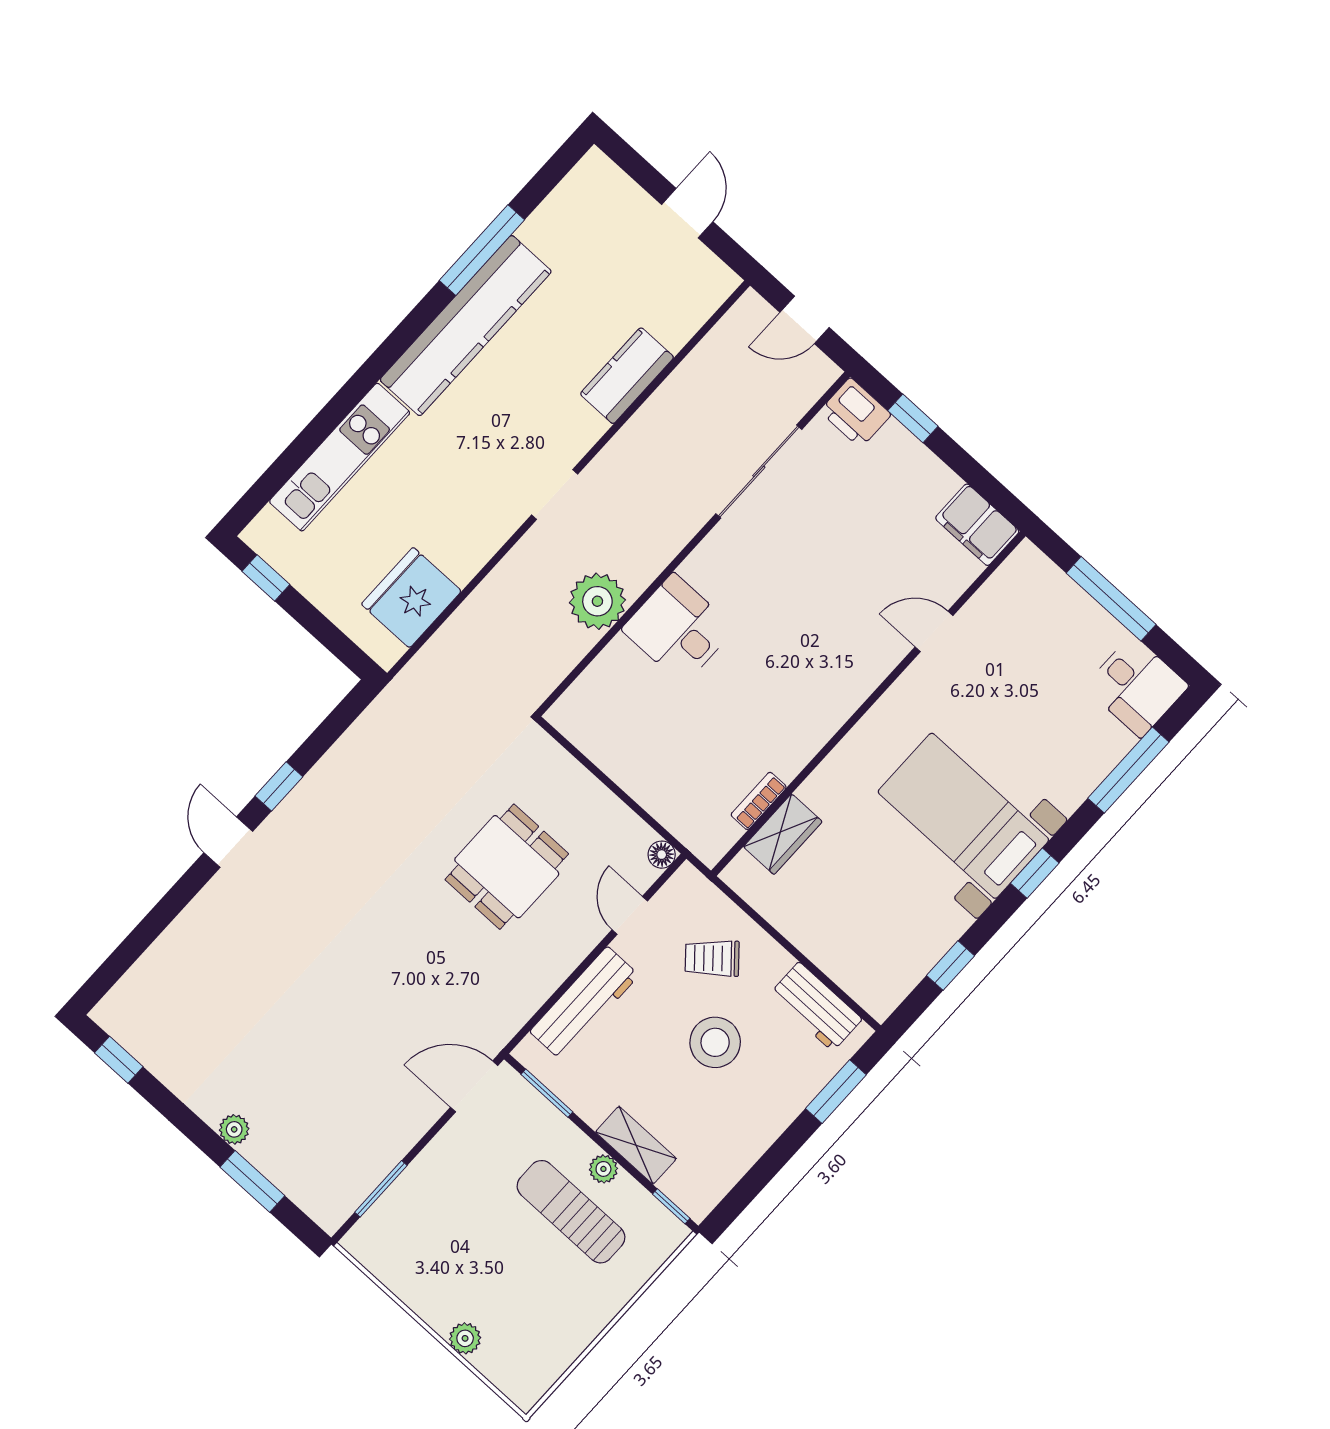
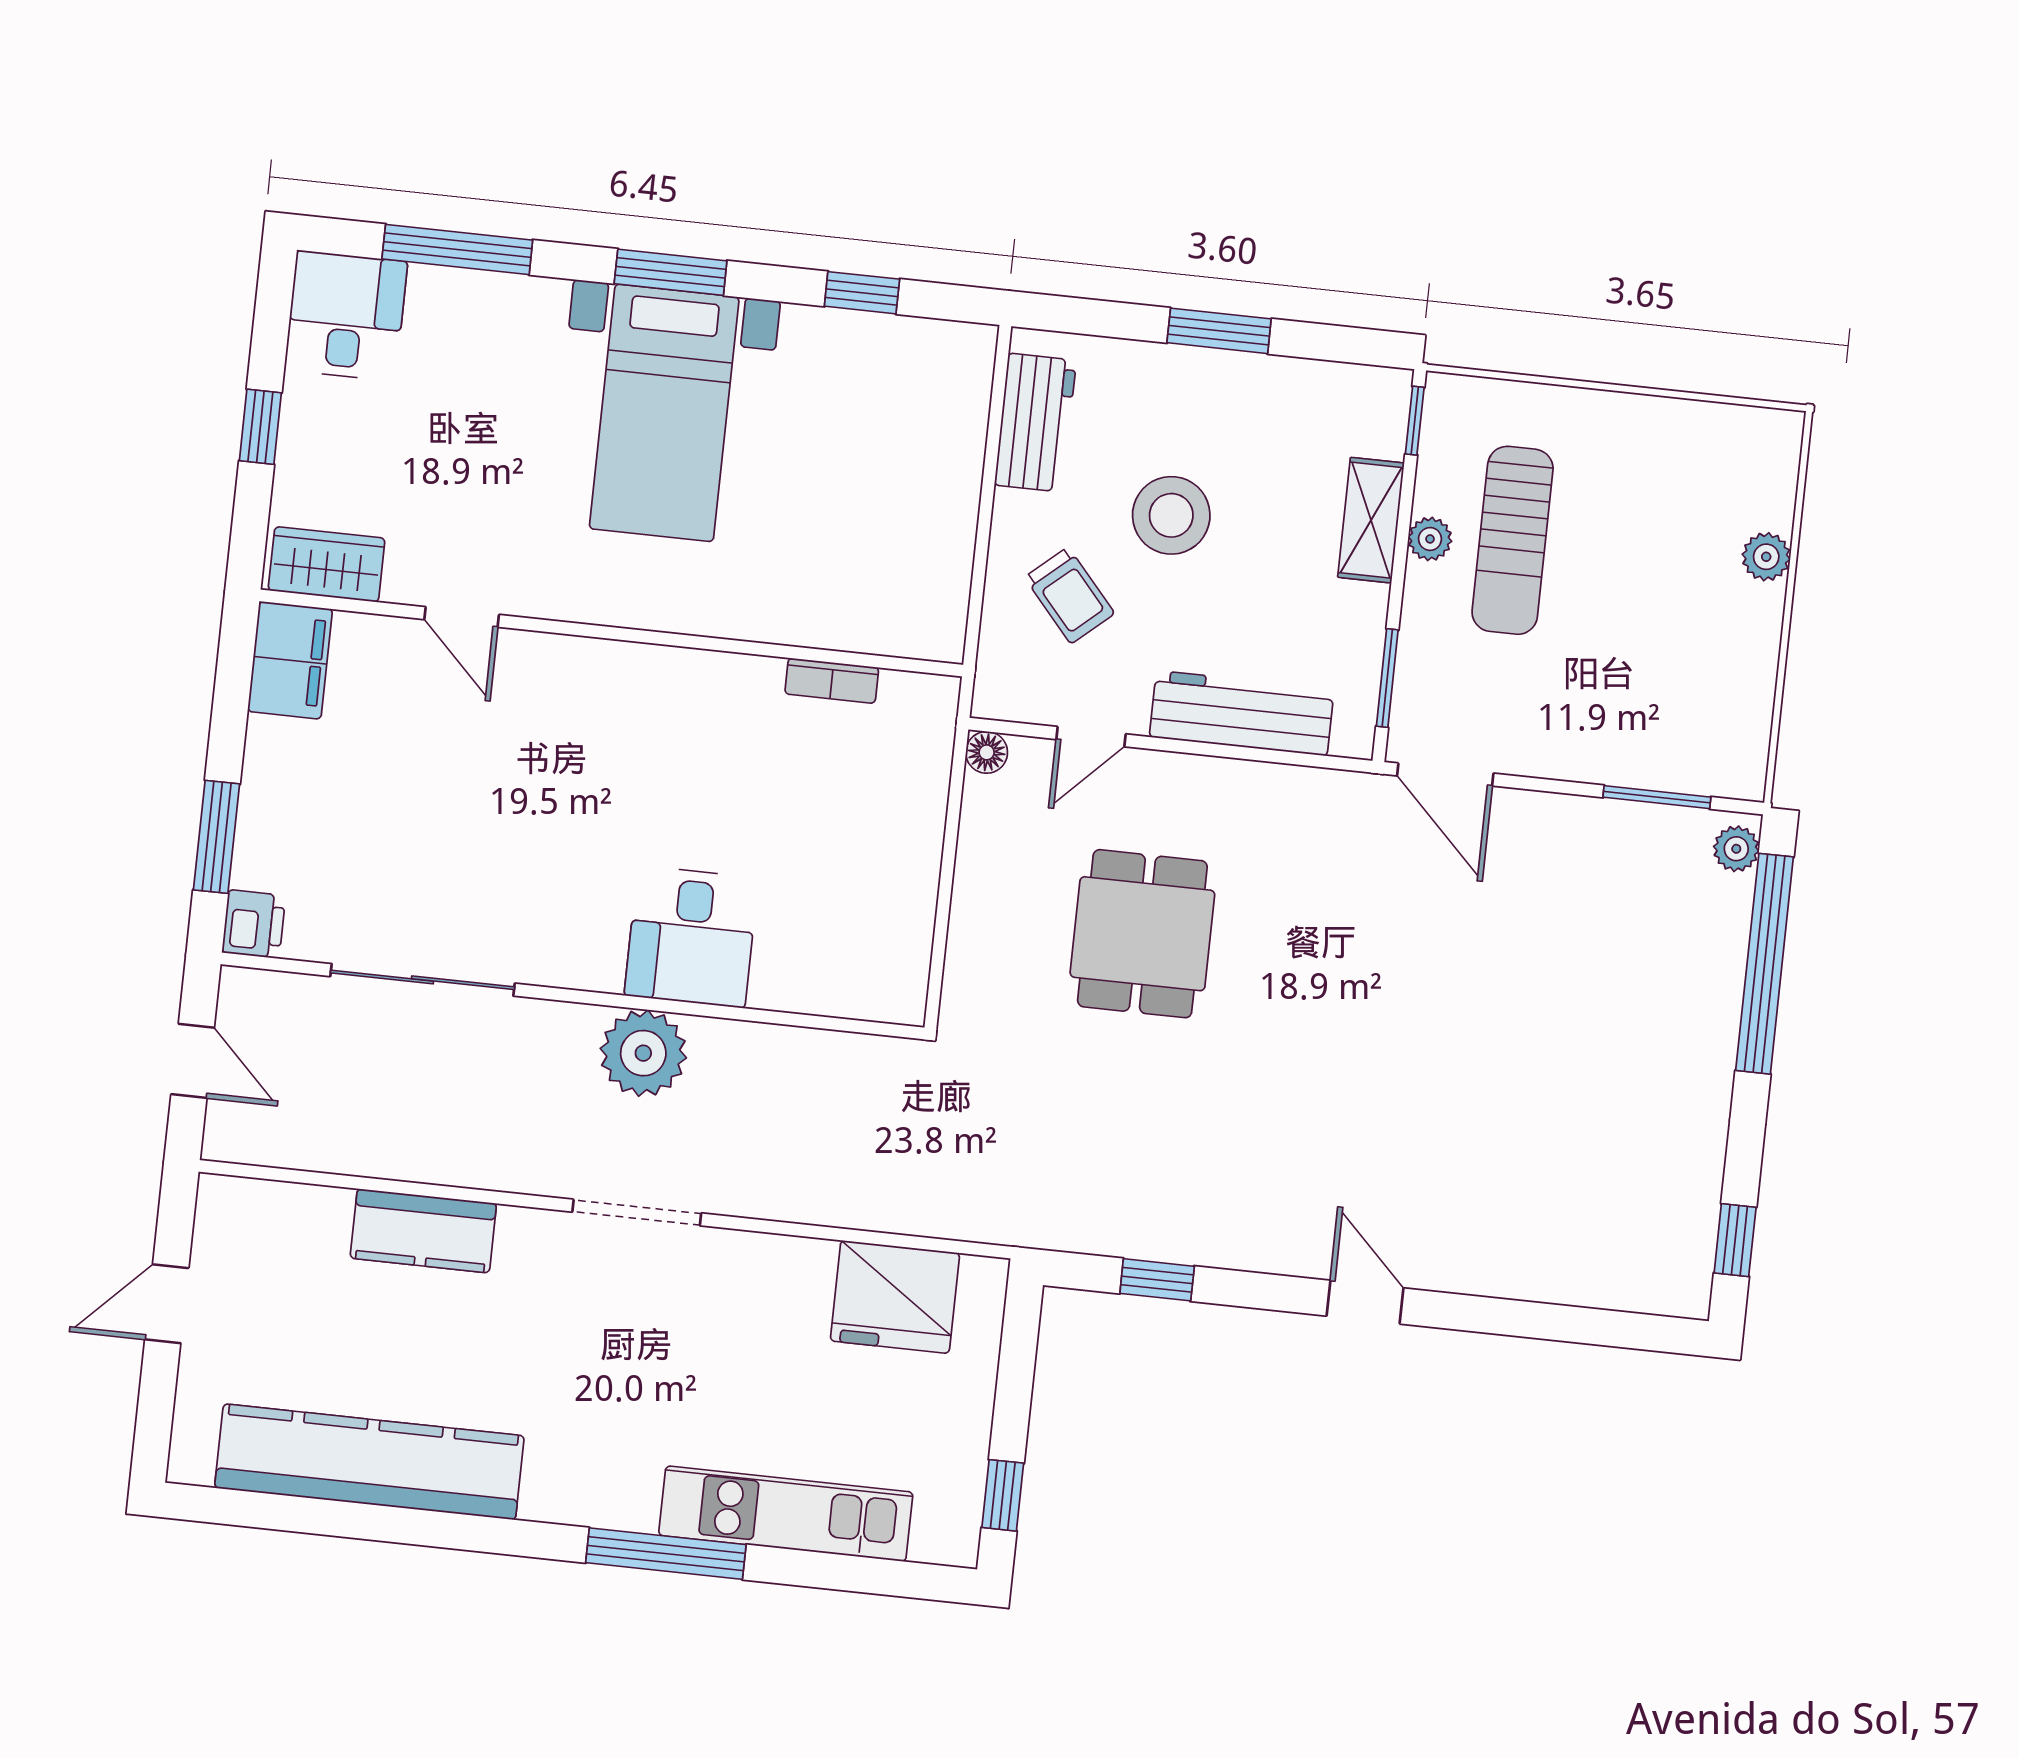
window: (482, 250) -> (666, 1554), moved
kitchen counter: (466, 326) -> (369, 1462), moved
printer: (855, 413) -> (254, 924), width x0.73, depth x0.81
window: (913, 418) -> (217, 837), width x1.50
doorway: (555, 495) -> (637, 1213), width x1.38
window: (1111, 599) -> (260, 427), width x0.46
plant: (597, 601) -> (643, 1053), moved
window: (279, 786) -> (1157, 1280), moved
wardrobe: (783, 834) -> (327, 564), moved
door: (228, 842) -> (1365, 1302), swing flipped
dining table: (507, 867) -> (1142, 934), turned 90
window: (1035, 873) -> (671, 272), width x1.50
window: (836, 1092) -> (1219, 331), moved
plant: (234, 1129) -> (1736, 849), moved
window: (252, 1181) -> (1765, 964), width x2.11

